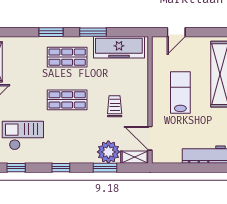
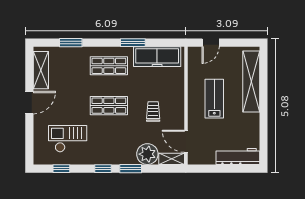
window: (51, 32) -> (71, 43), moved
window: (105, 168) -> (131, 169), moved

